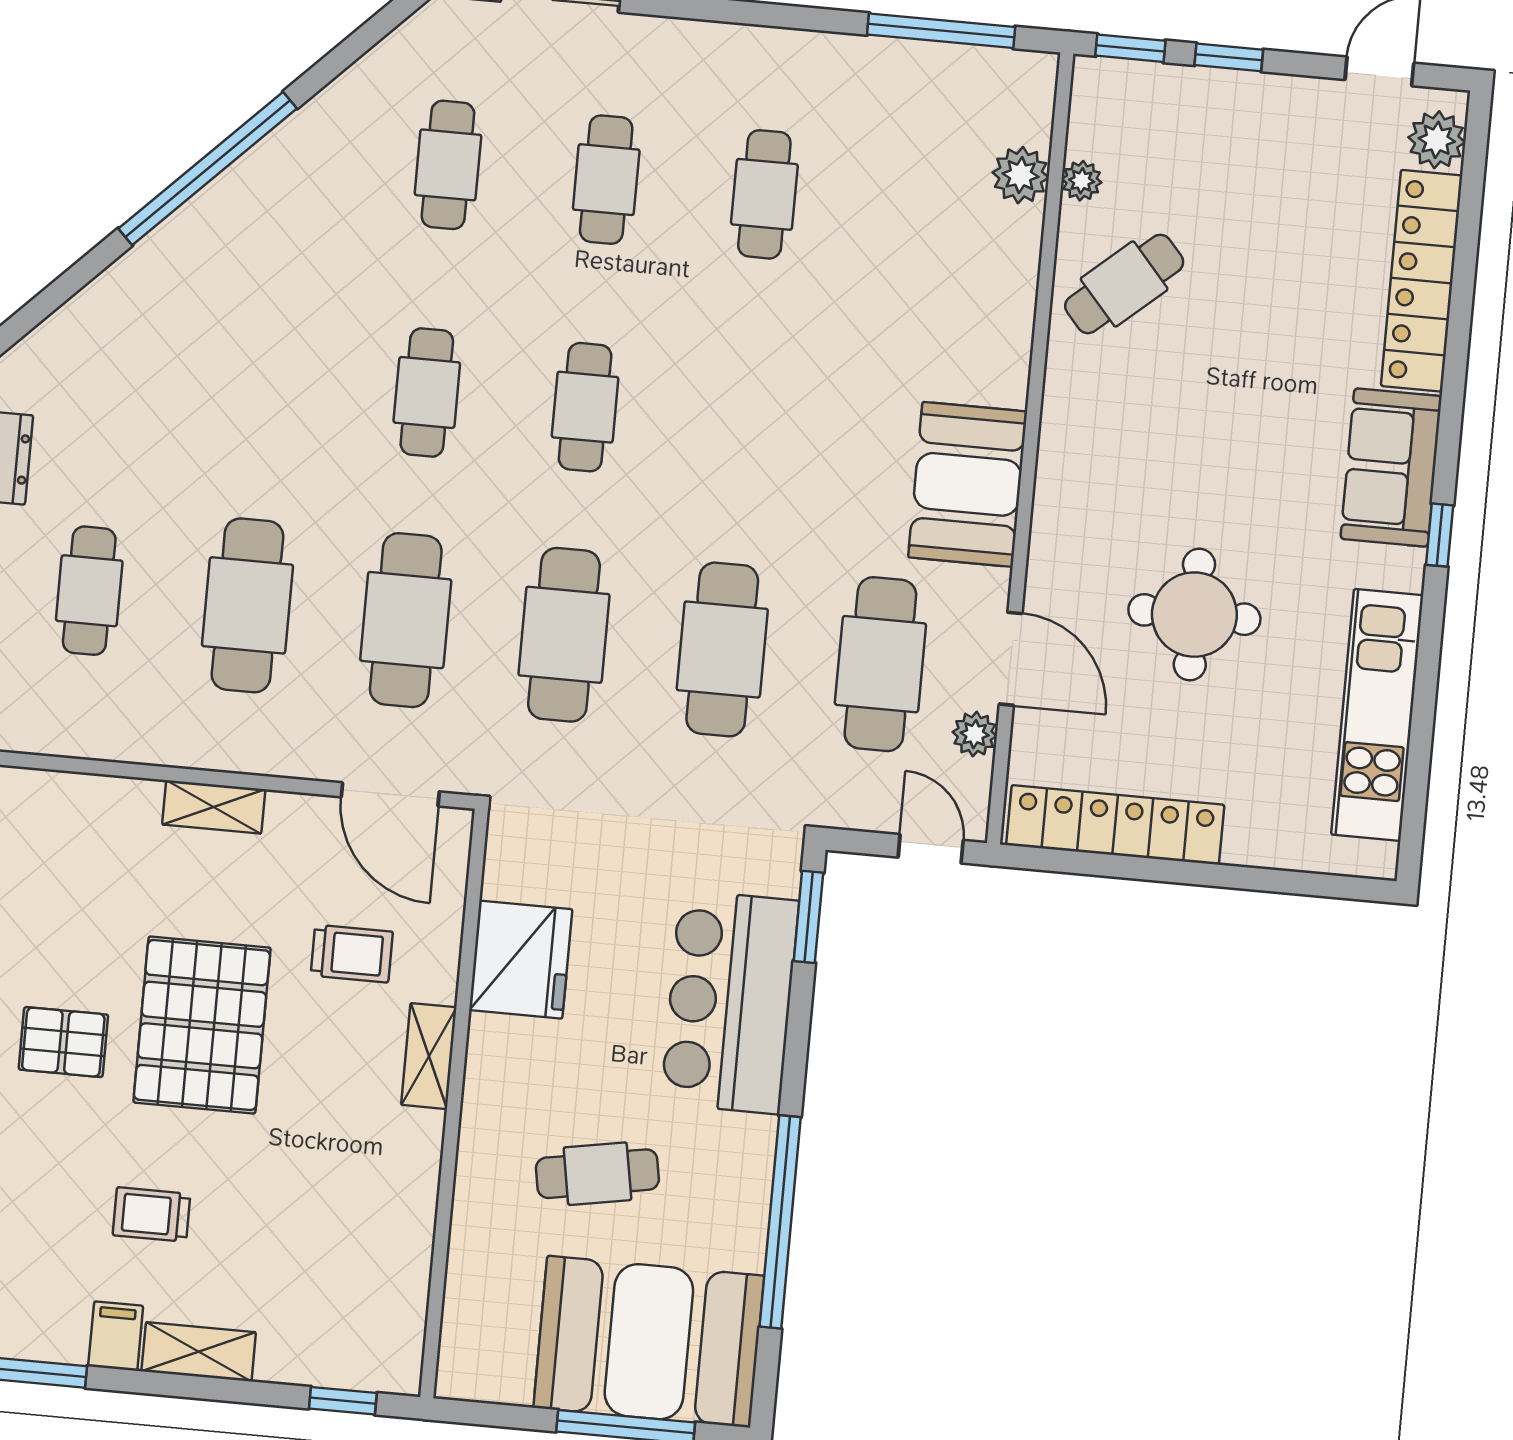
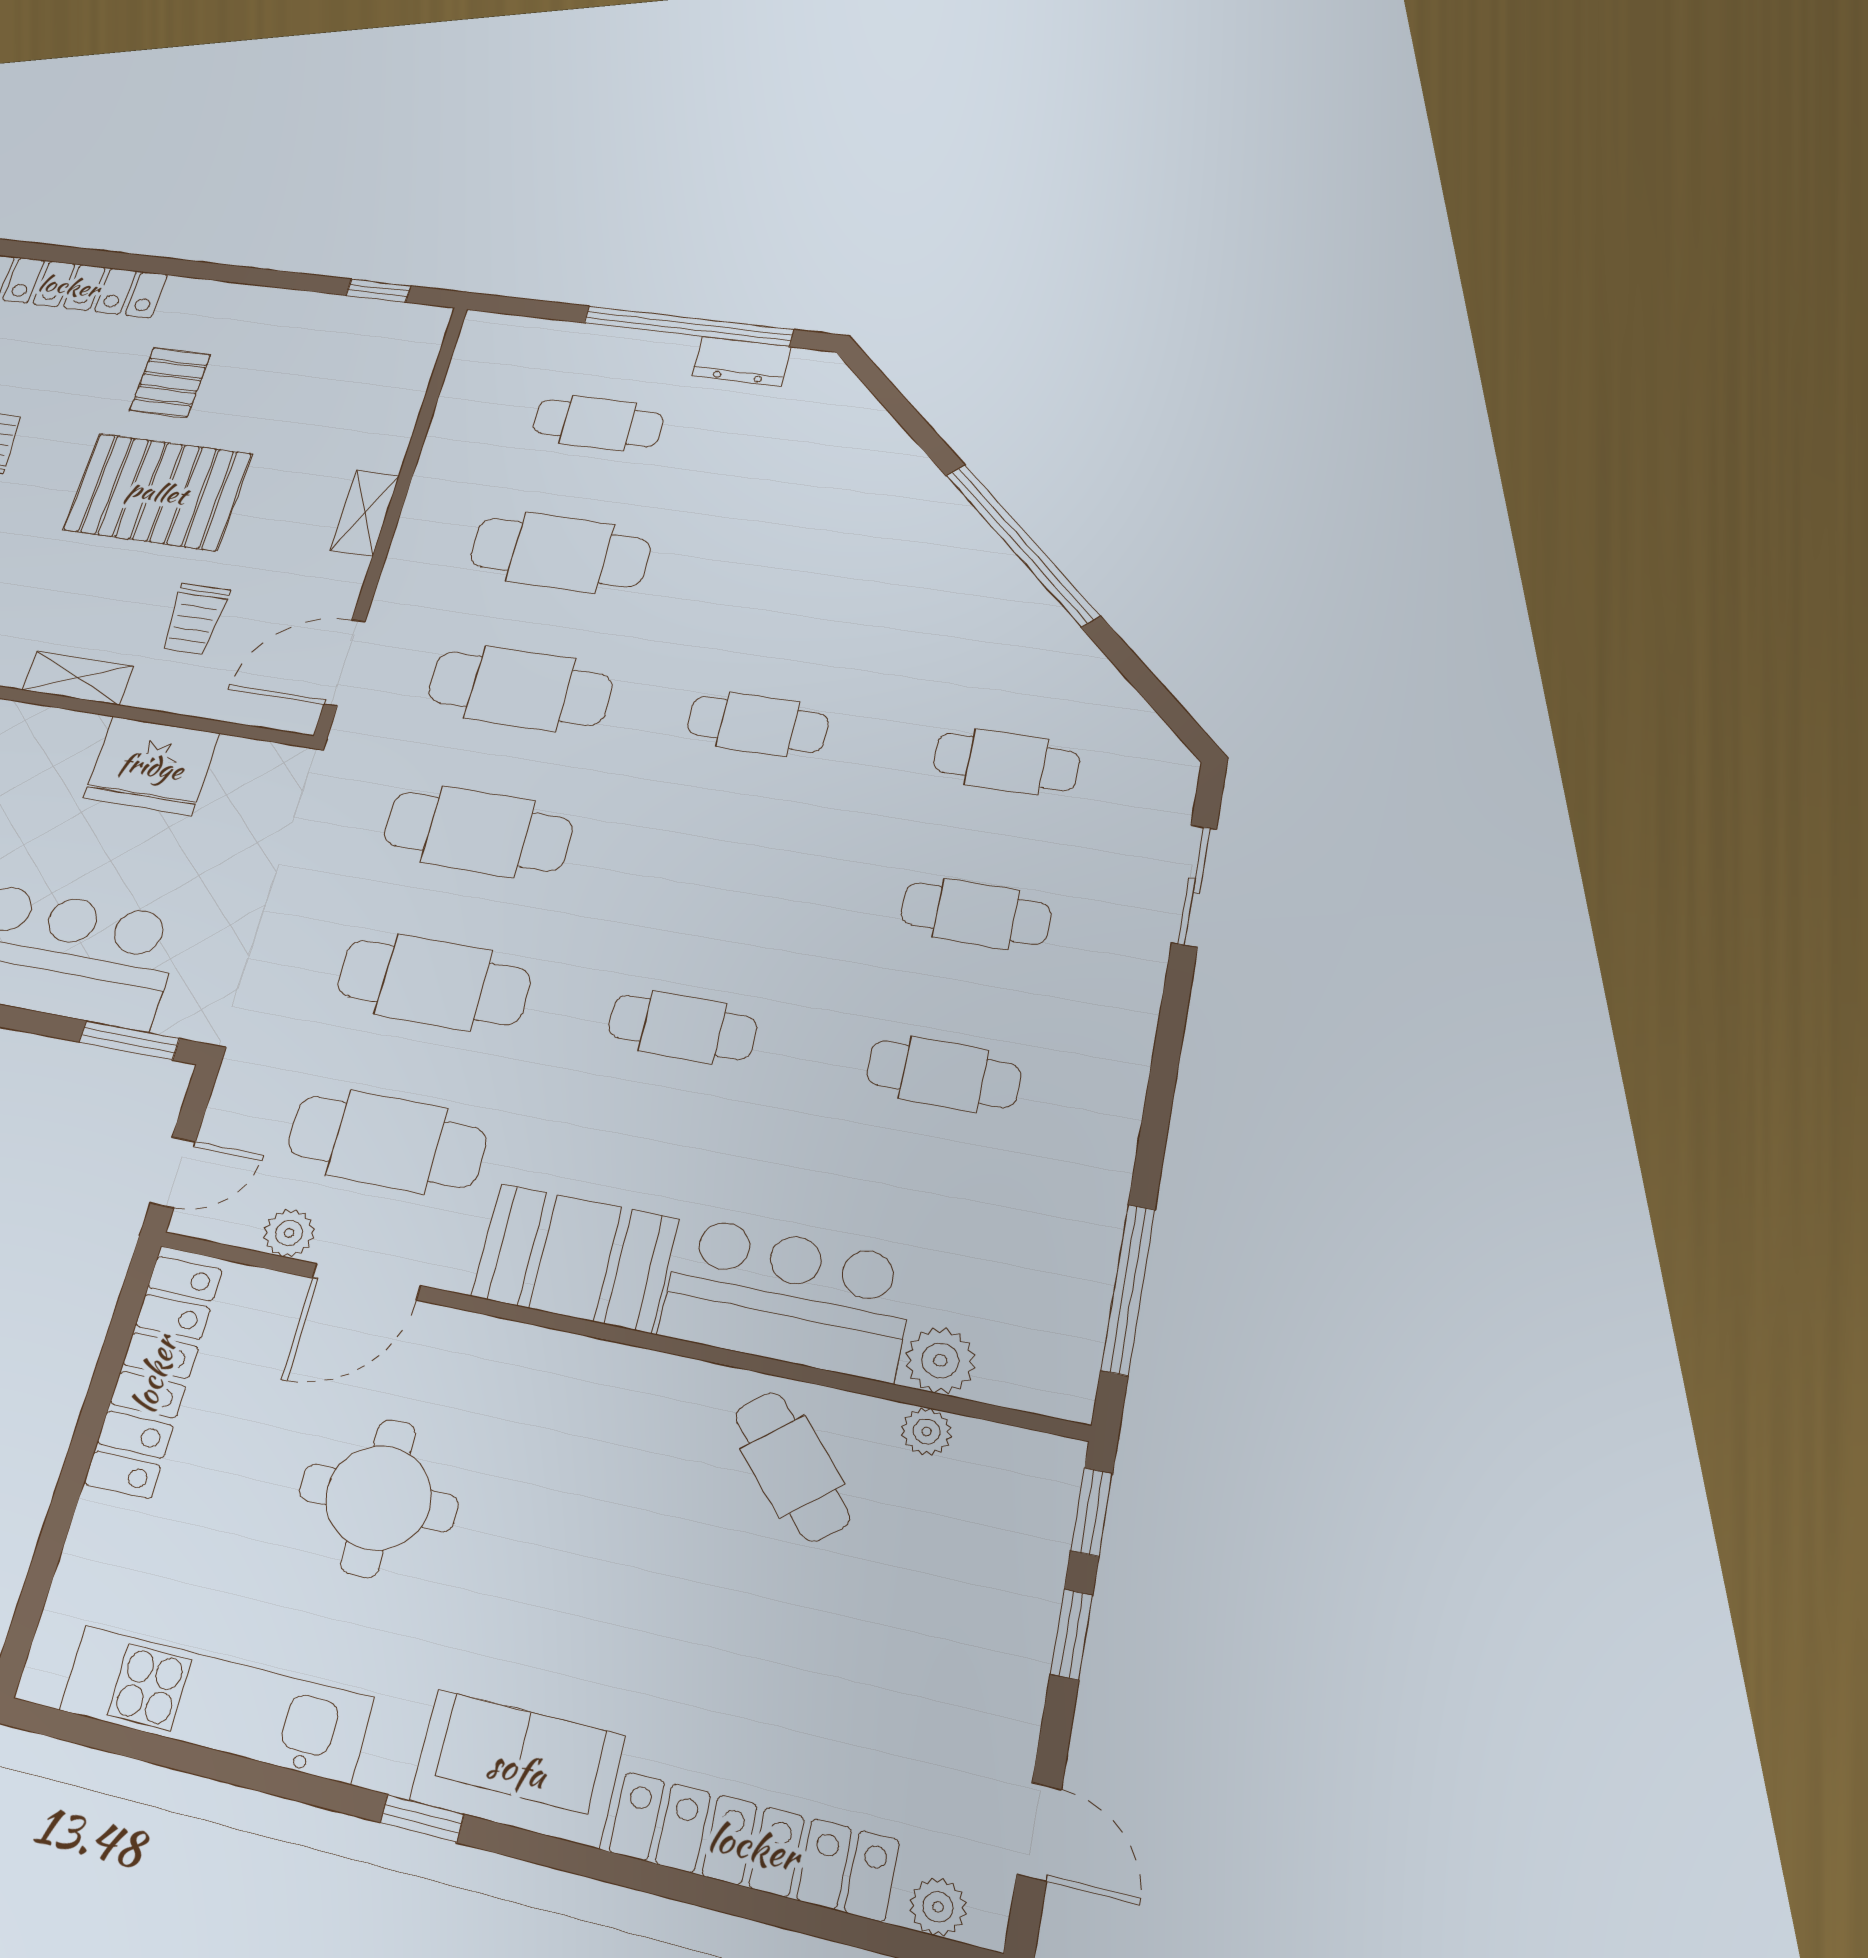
plant: (1437, 140) -> (938, 1907), width x0.73, depth x0.73
bar counter: (982, 304) -> (787, 1298), added
cafe table: (585, 407) -> (682, 1027), moved

